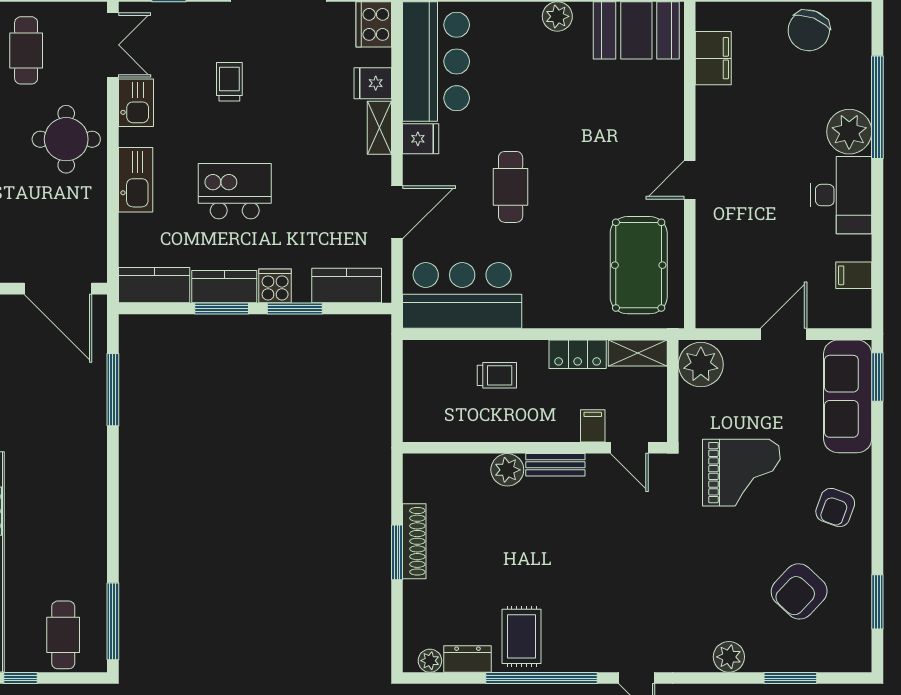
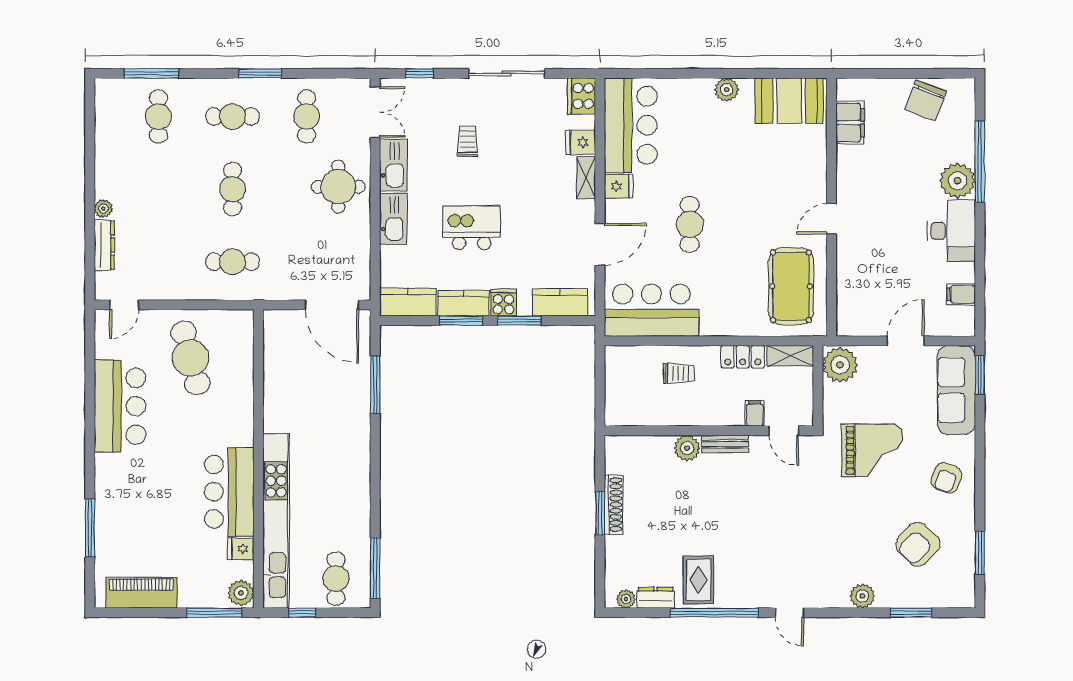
kitchen sink: (136, 103) -> (393, 165), width x1.38

